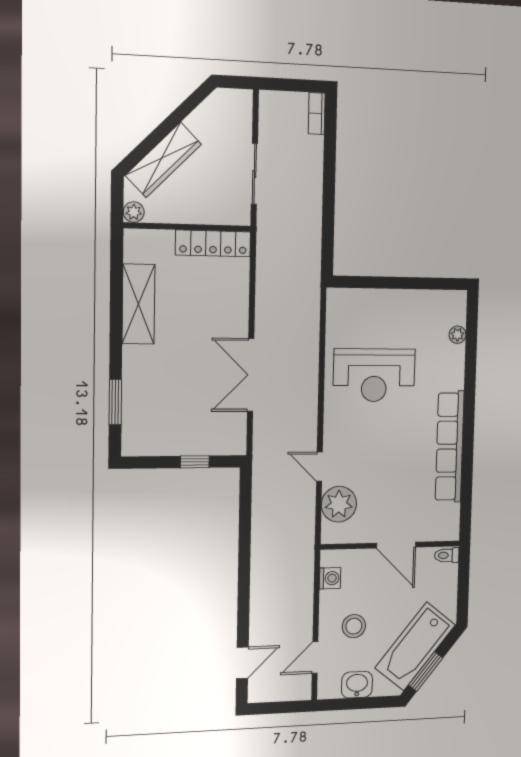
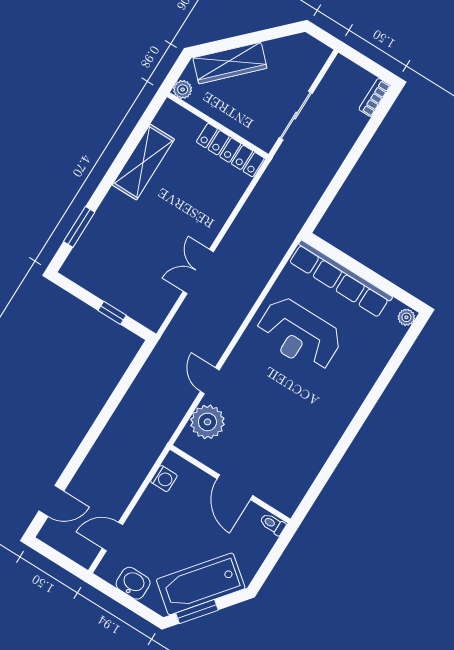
plant: (457, 335) -> (406, 317), moved
double door: (251, 375) -> (198, 272), width x0.73
row of seats: (450, 447) -> (340, 279), moved, turned -90
stool: (354, 626) -> (160, 532), removed

